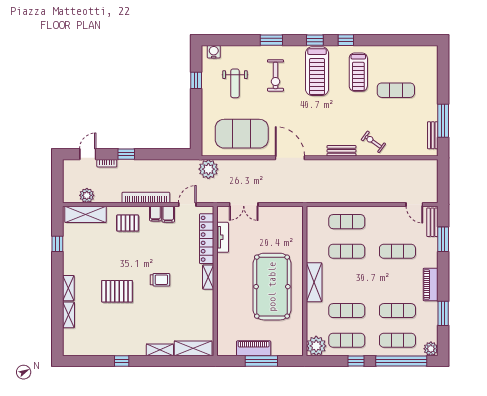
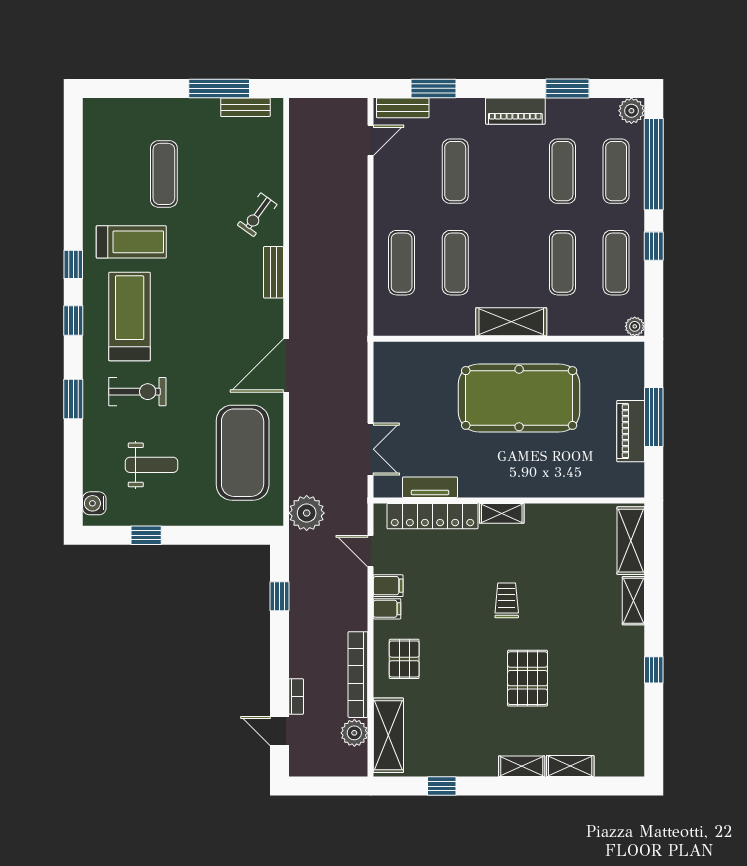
treadmill: (317, 71) -> (130, 317), turned -90
window: (126, 154) -> (280, 596), moved
bookcase: (146, 198) -> (358, 675), moved
plant: (316, 346) -> (635, 326), width x0.53, depth x0.53

